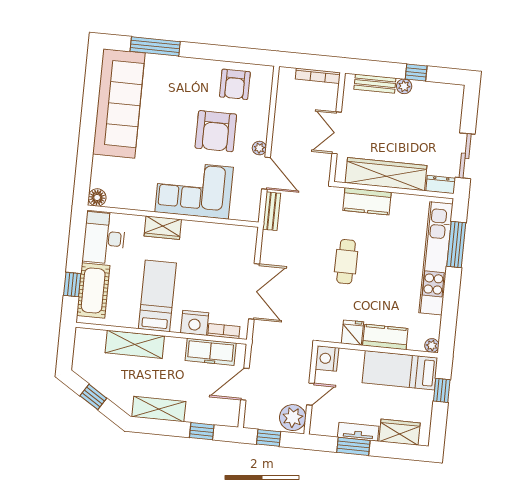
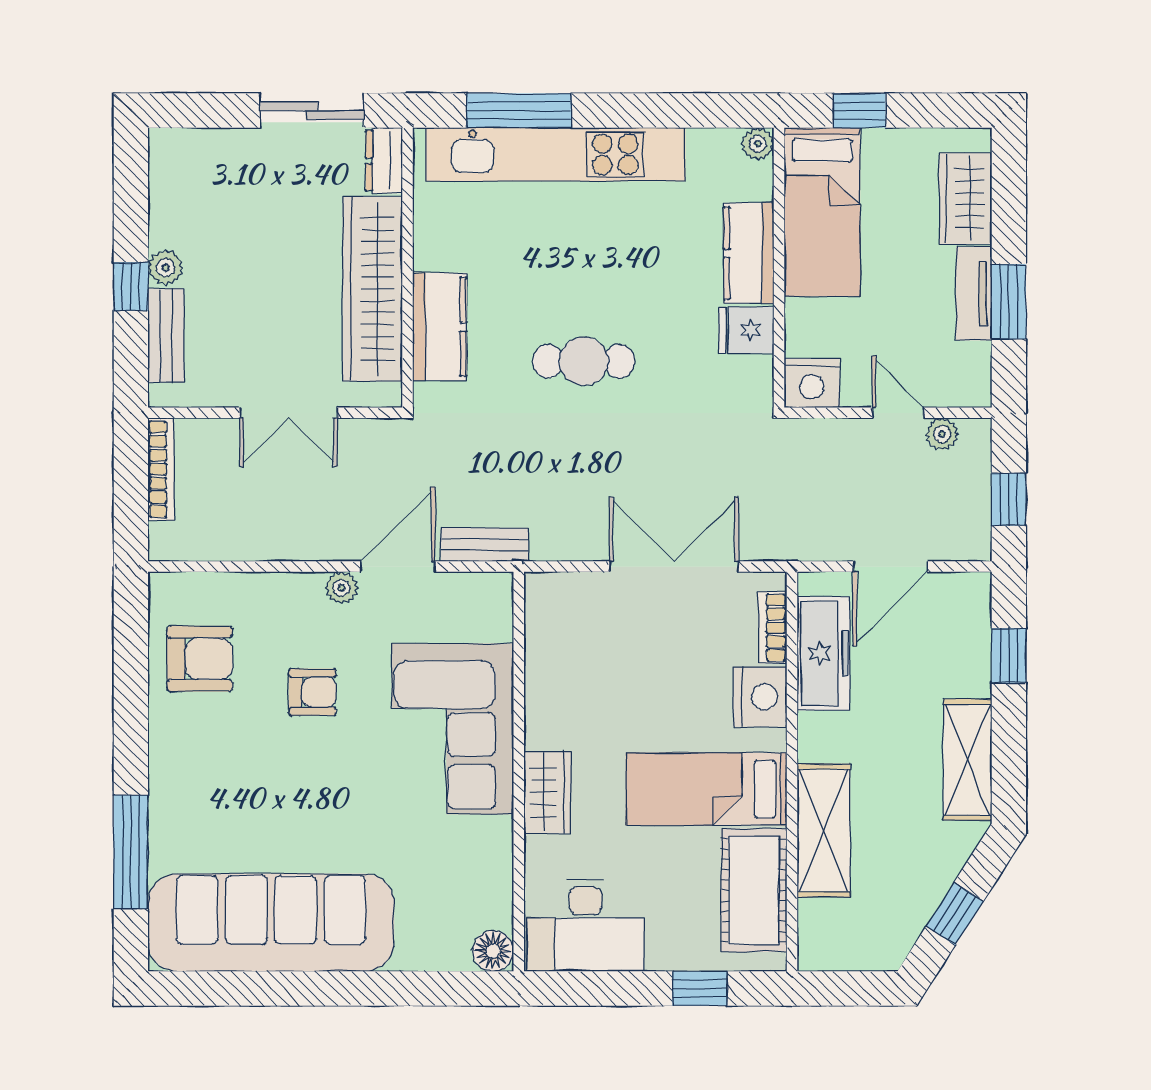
window: (416, 73) -> (131, 287), moved
armchair: (216, 131) -> (312, 692), width x0.53, depth x0.53
cot: (93, 290) -> (754, 890), moved, turned 90
door: (245, 384) -> (890, 567), hinge flipped
plant: (293, 418) -> (942, 434), width x0.53, depth x0.53

